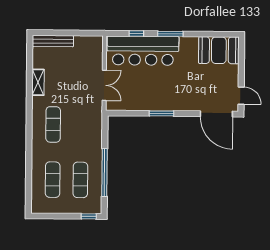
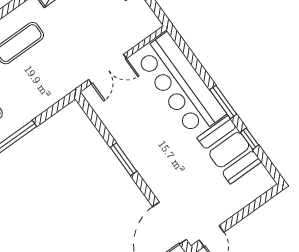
window: (136, 33) -> (250, 139), moved
booth: (219, 50) -> (229, 150), moved

